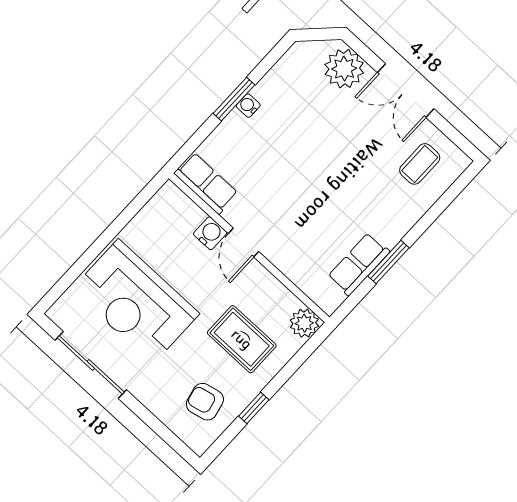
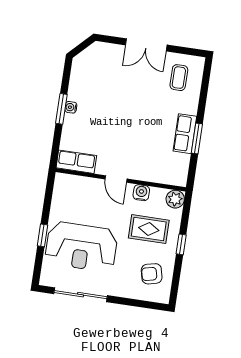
plant: (344, 69) -> (107, 55), removed
water cooler: (210, 233) -> (141, 193), moved
window: (94, 251) -> (42, 235), added
row of seats: (359, 264) -> (185, 134), moved
window: (254, 408) -> (181, 244), moved

